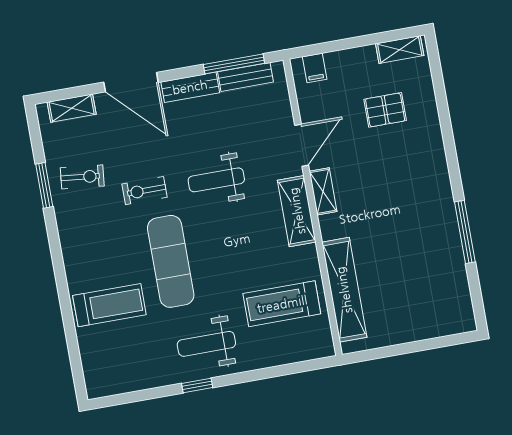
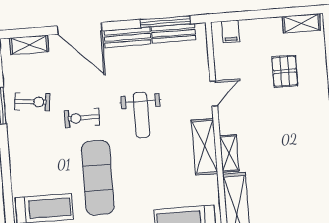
pallet: (385, 110) -> (285, 71), turned 90
door: (302, 145) -> (214, 93), width x0.73
weight bench: (216, 180) -> (141, 115), turned -90
shelving: (323, 191) -> (229, 154), moved

